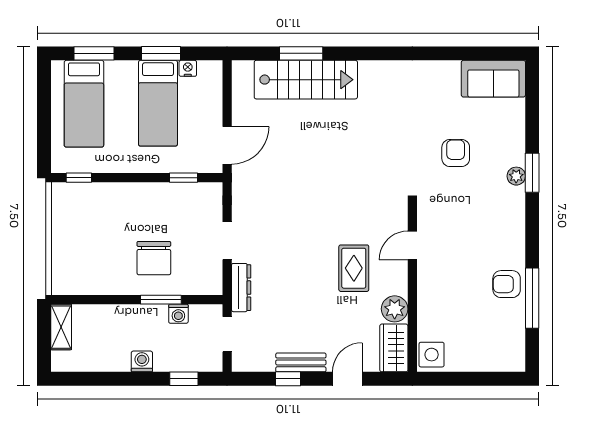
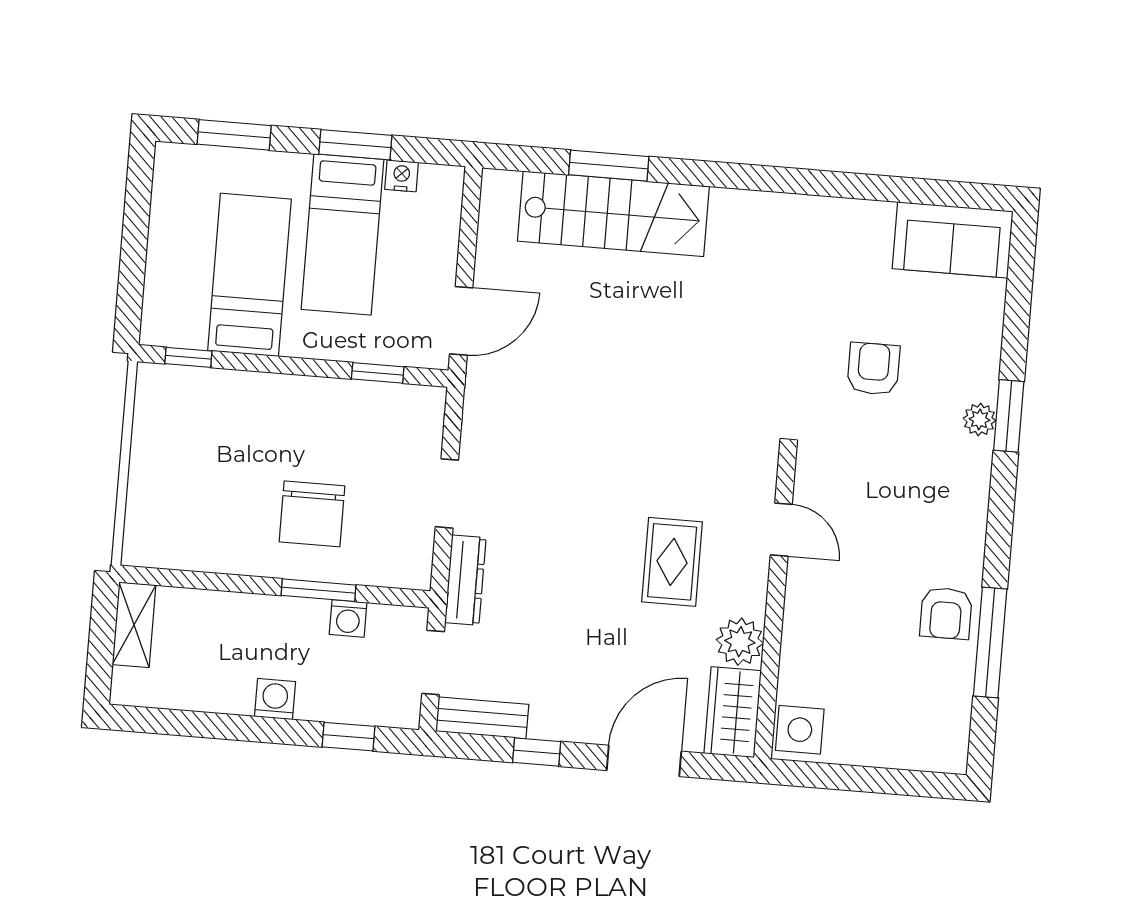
bed: (84, 104) -> (249, 275), moved, turned 180
door: (412, 246) -> (781, 530), swing flipped
armchair: (507, 284) -> (946, 613), turned -90
bench: (301, 362) -> (482, 718), moved
door: (347, 379) -> (644, 761), width x1.38

